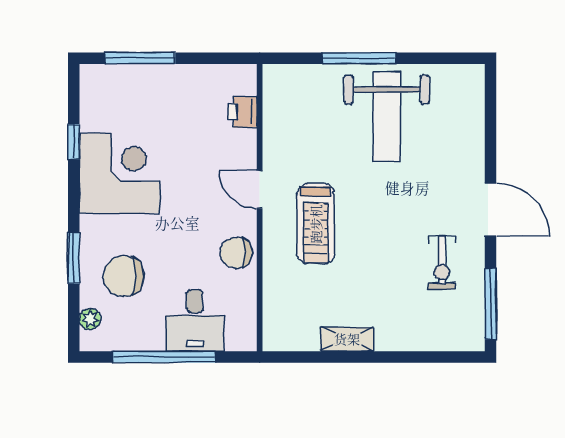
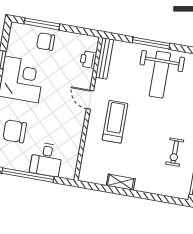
bench: (274, 104) -> (104, 58), added
treadmill: (316, 224) -> (115, 122), turned 180
chair: (236, 253) -> (46, 42), moved

